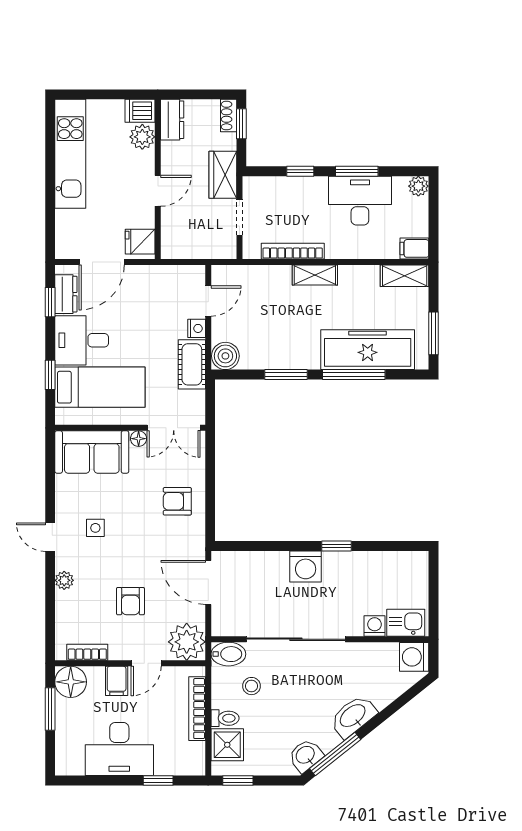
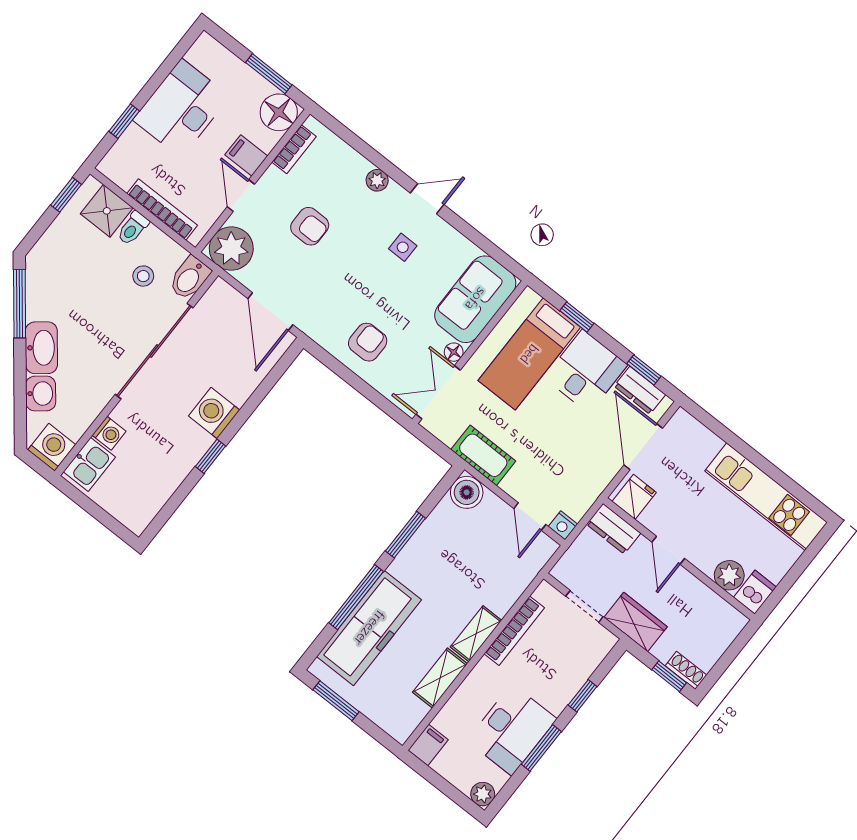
dresser: (172, 120) -> (614, 529), moved
shelving: (405, 276) -> (440, 678), moved
nightstand: (197, 328) -> (563, 525), moved
door: (208, 582) -> (270, 312), swing flipped
armchair: (130, 601) -> (310, 226), turned 180
washbasin: (306, 755) -> (41, 394), moved

